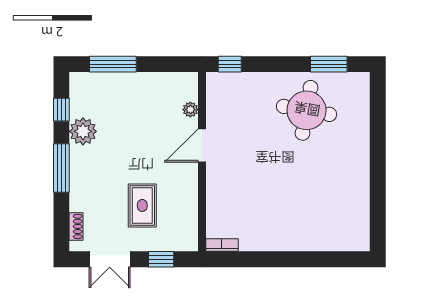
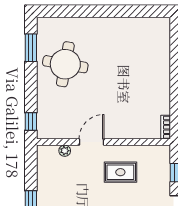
door: (202, 145) -> (91, 142), swing flipped
rug: (142, 205) -> (120, 172), moved

